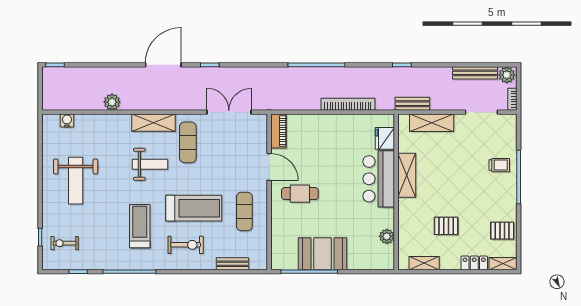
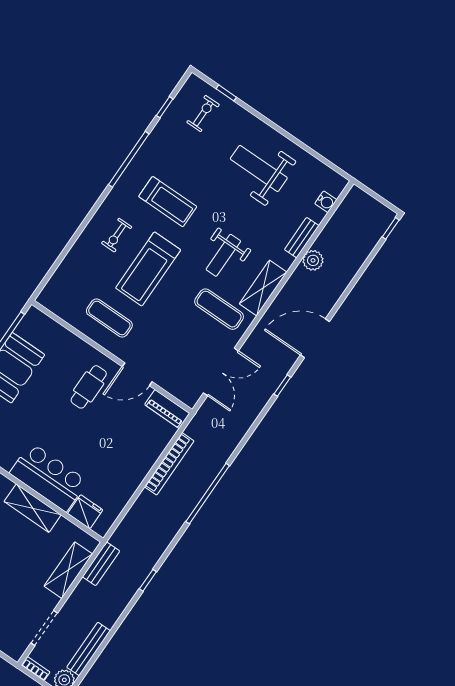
door: (163, 65) -> (315, 338), swing flipped
bookcase: (348, 104) -> (169, 464), moved
exercise bike: (186, 245) -> (117, 235), width x0.73, depth x0.72
bench: (232, 264) -> (302, 238), moved

